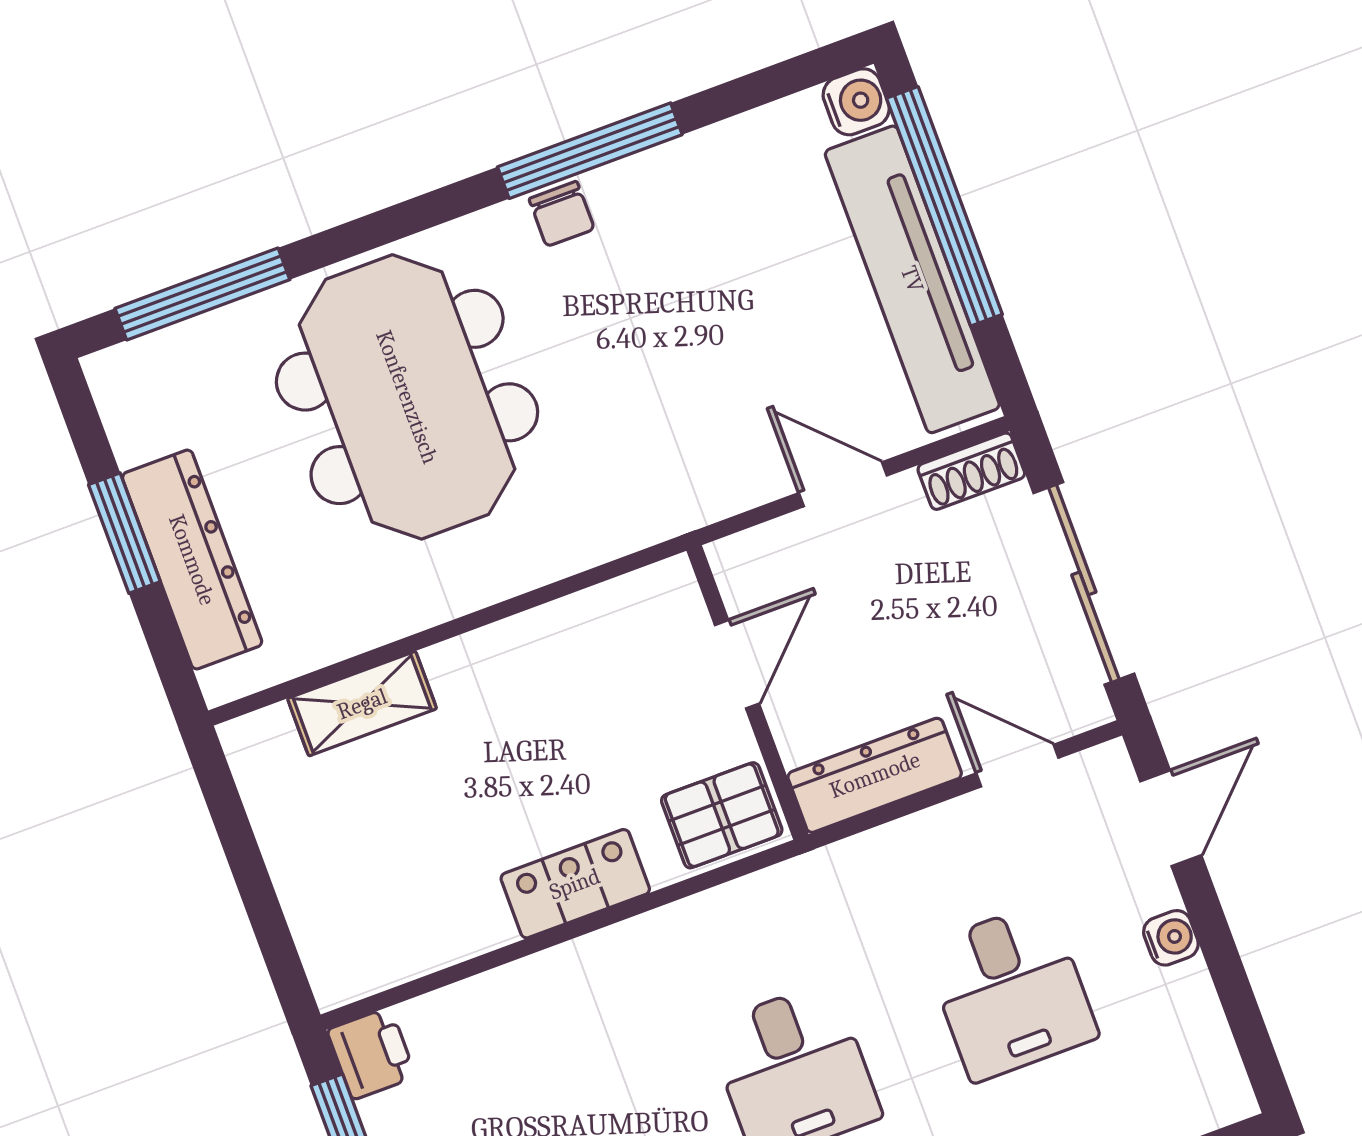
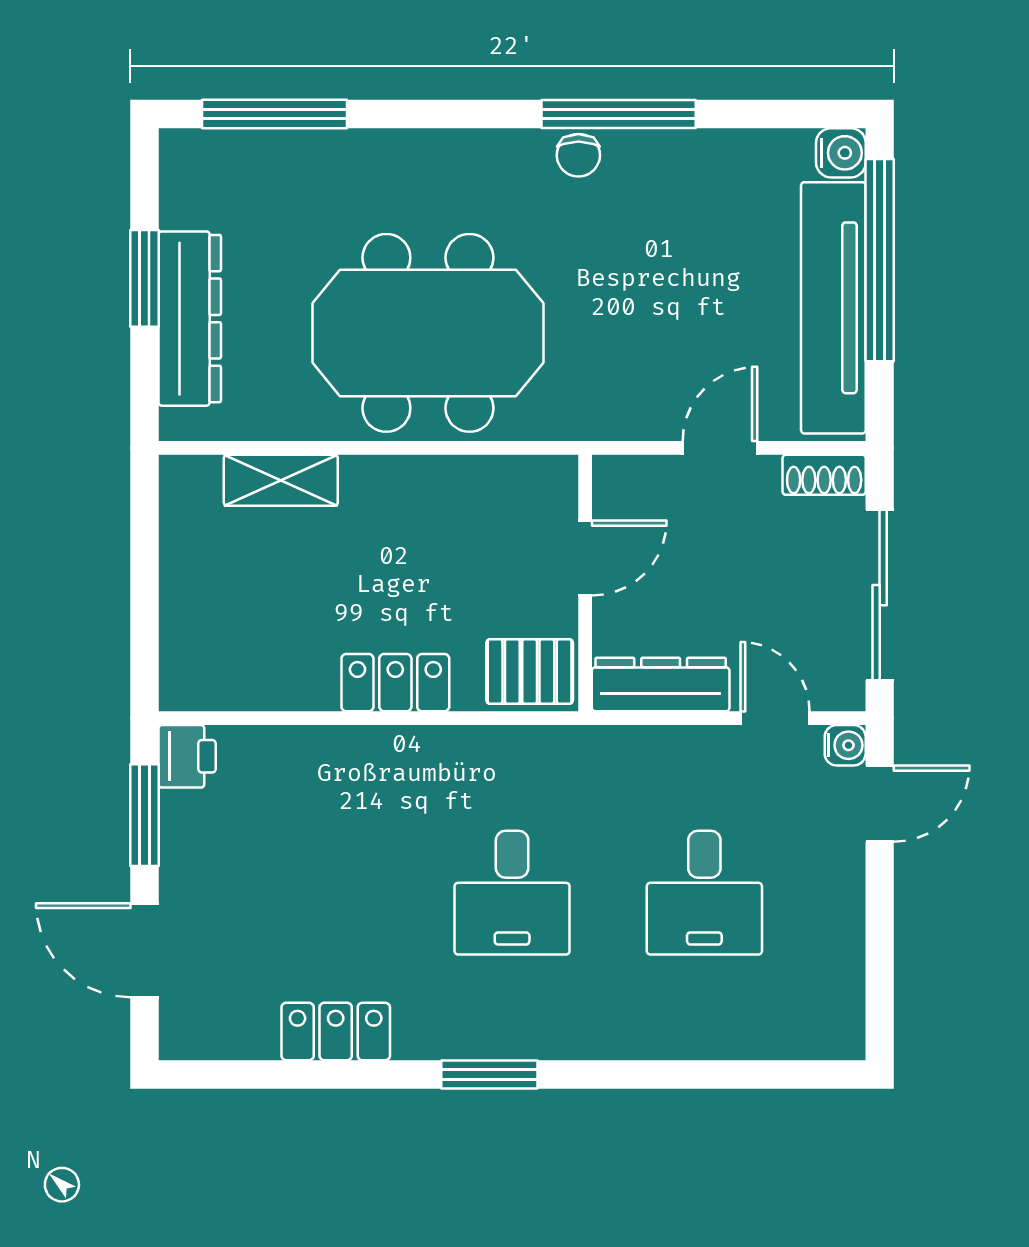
meeting table: (407, 397) -> (428, 333), moved, turned 90
door: (843, 484) -> (720, 448), hinge flipped
water cooler: (1171, 938) -> (845, 745), moved

